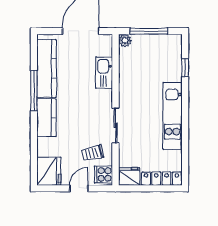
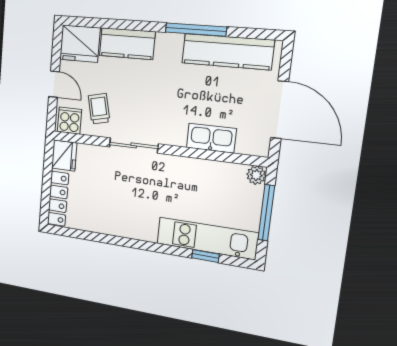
kitchen unit: (173, 116) -> (207, 238), moved
kitchen counter: (46, 118) -> (127, 44), moved

